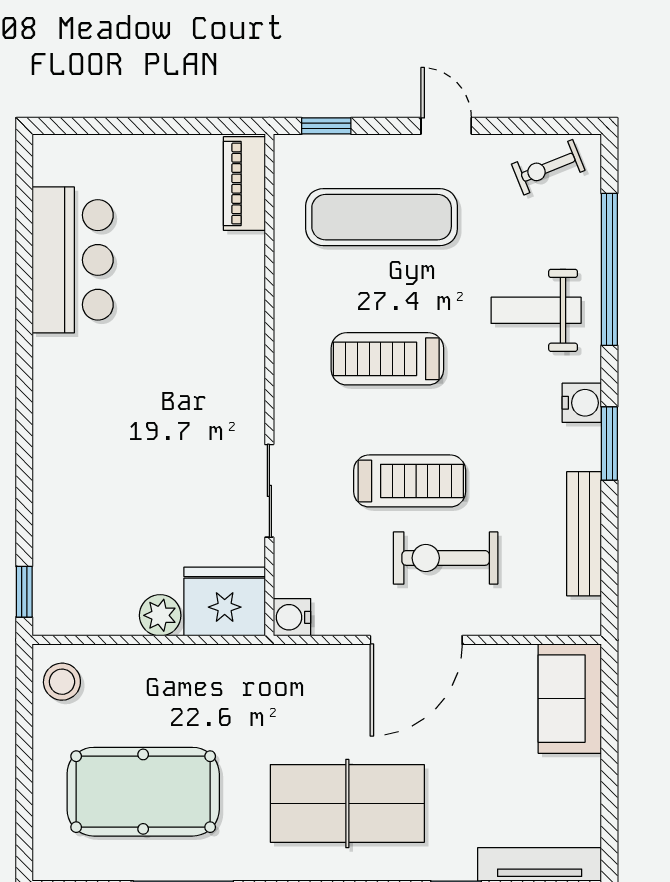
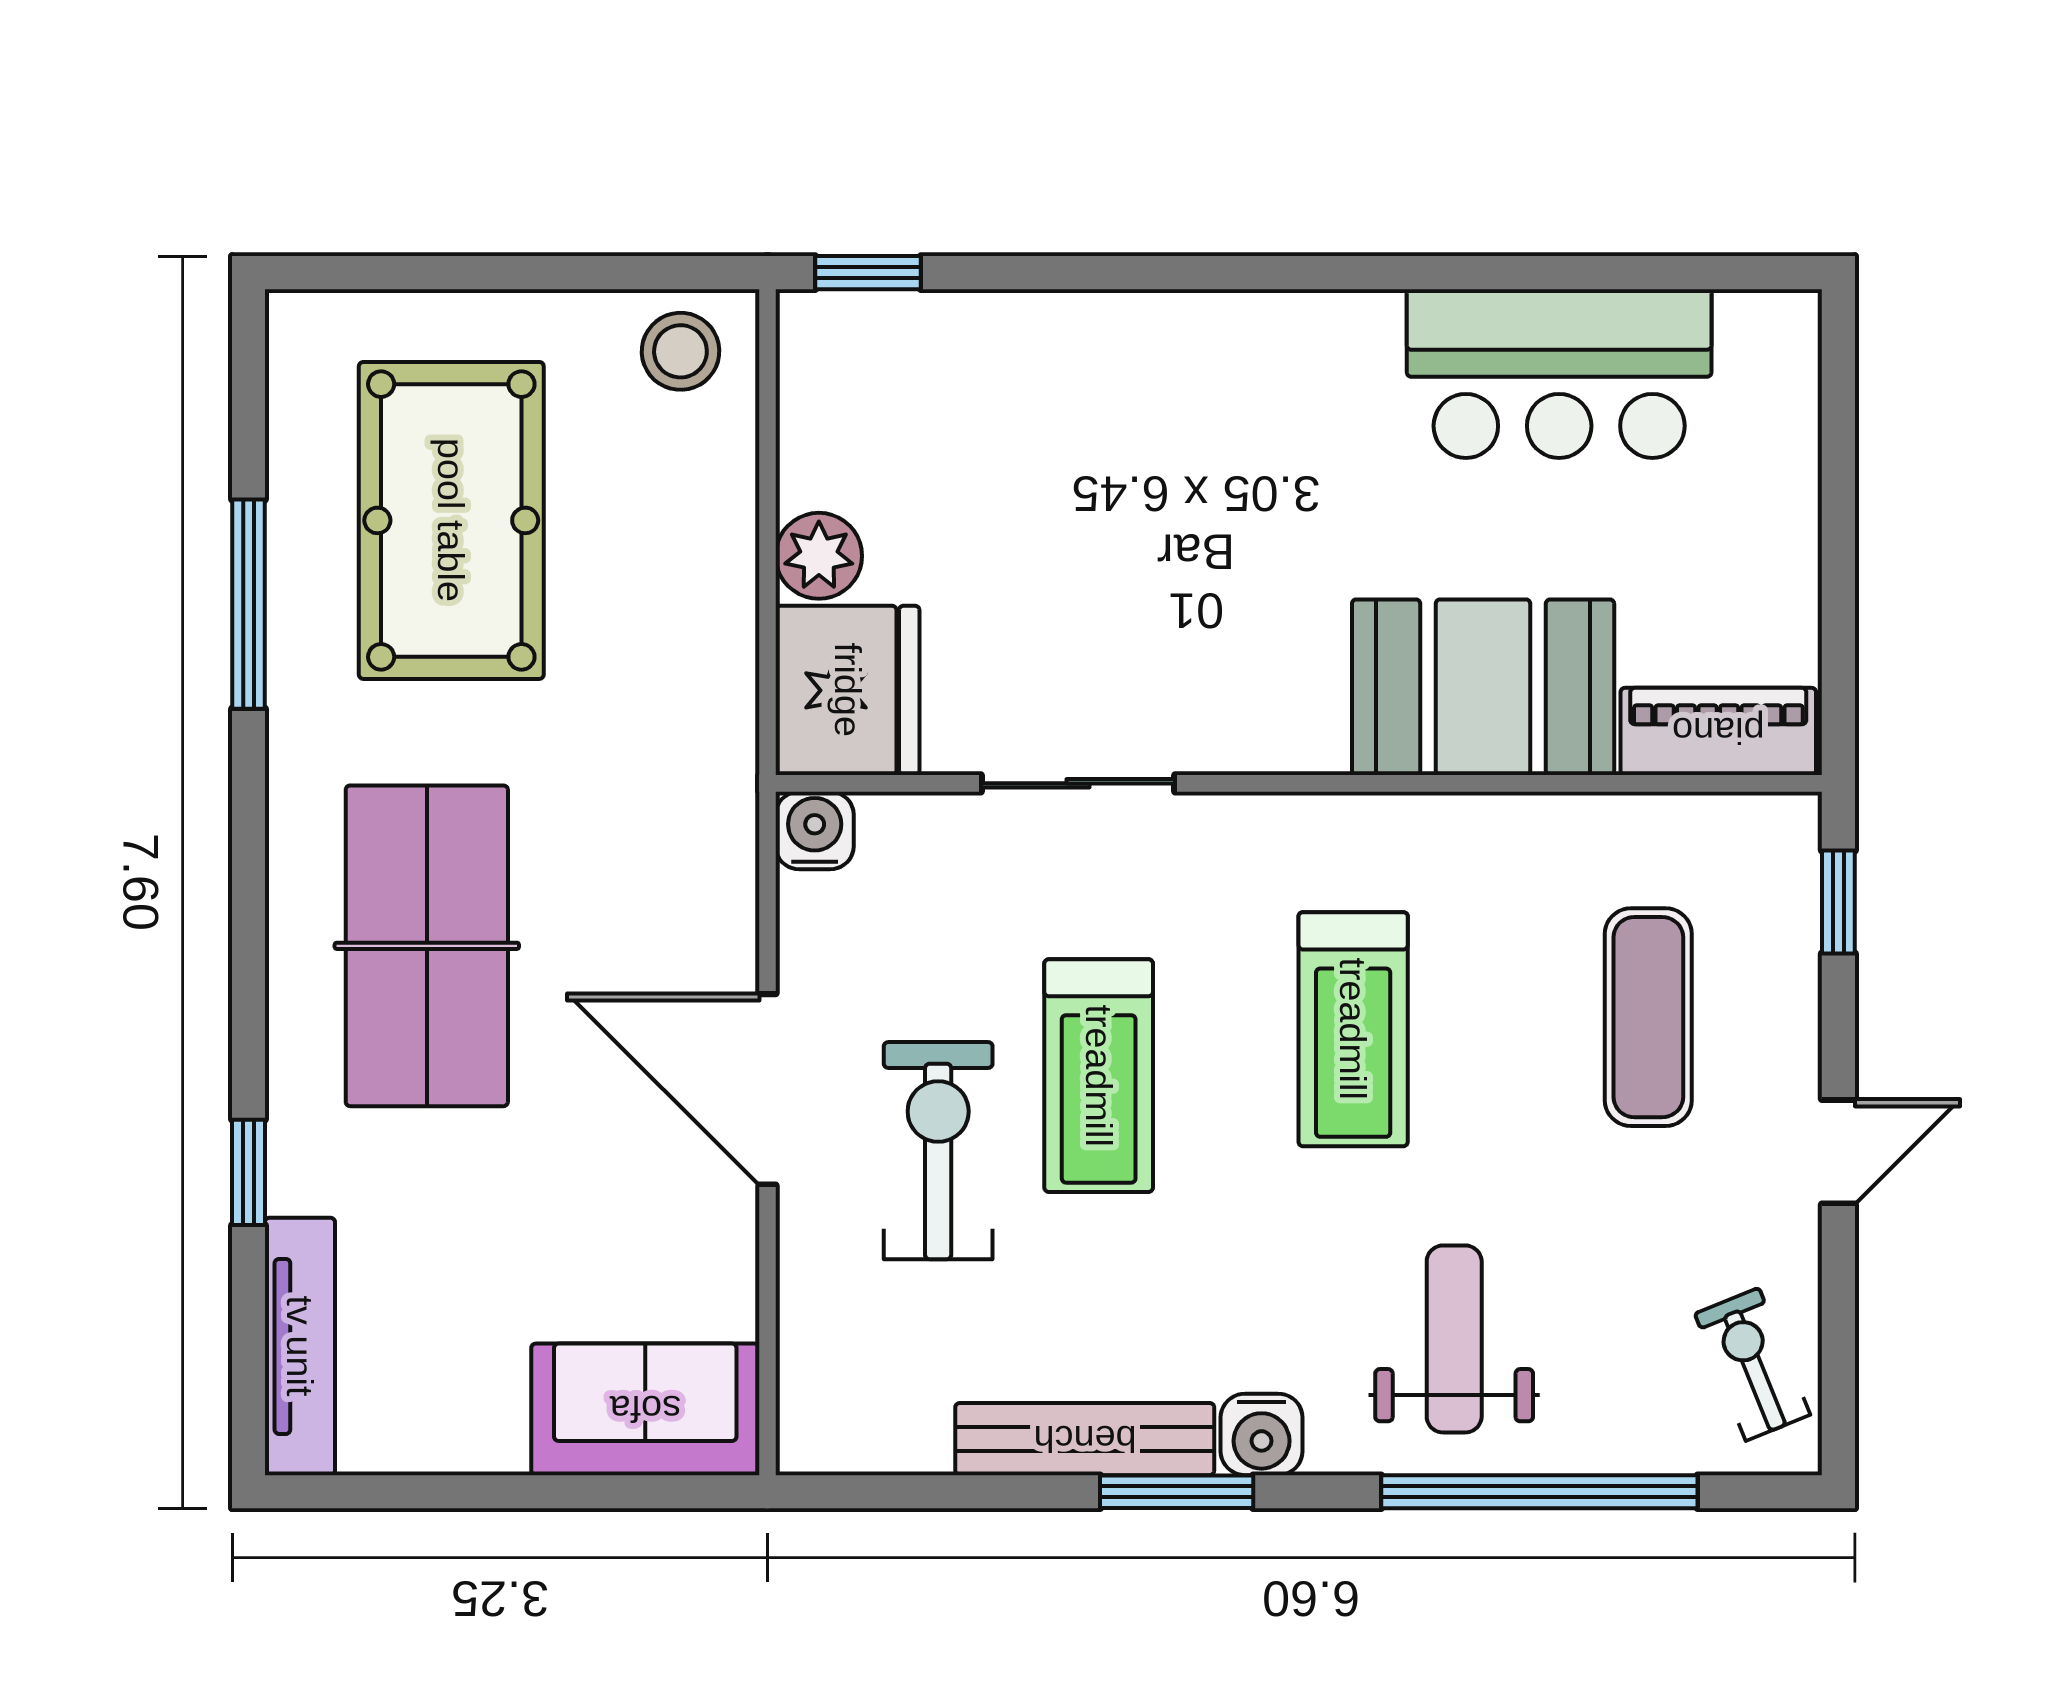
exercise mat: (382, 217) -> (1648, 1017), width x0.73, depth x0.69
booth: (223, 296) -> (1483, 687), added
treadmill: (387, 359) -> (1353, 1029), turned 180
bench: (584, 534) -> (1085, 1439), moved

